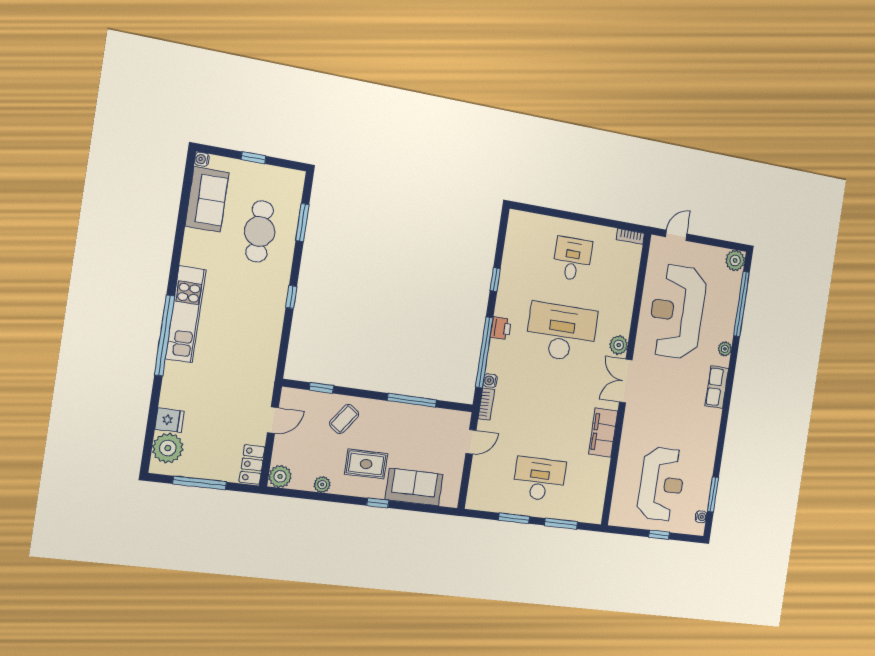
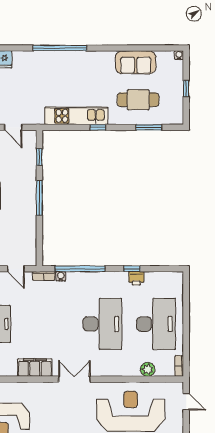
sofa: (207, 199) -> (136, 62), moved
desk: (572, 259) -> (156, 324), width x1.87, depth x1.30
kitchen unit: (186, 314) -> (76, 116), moved, turned 180
printer: (501, 328) -> (136, 278), moved
plant: (619, 345) -> (148, 369), moved
window: (412, 400) -> (39, 198), moved
coffee table: (344, 419) -> (20, 176), removed

